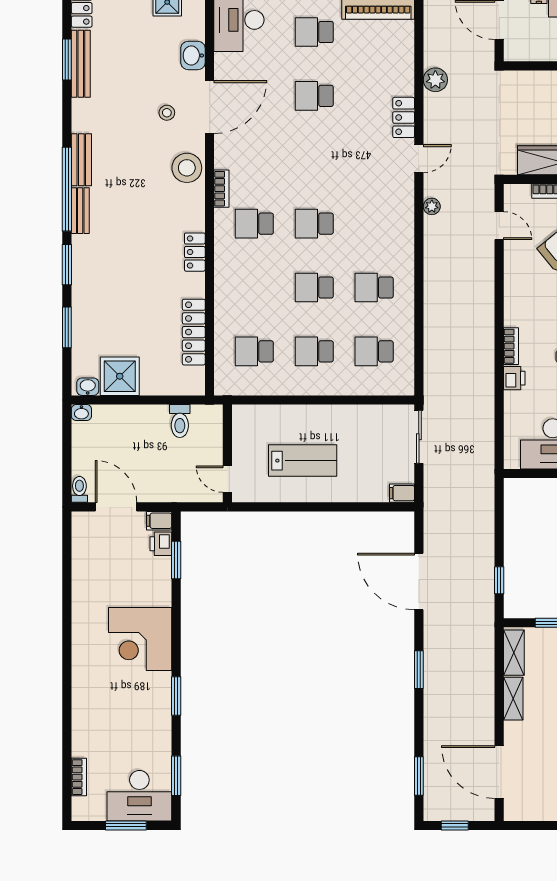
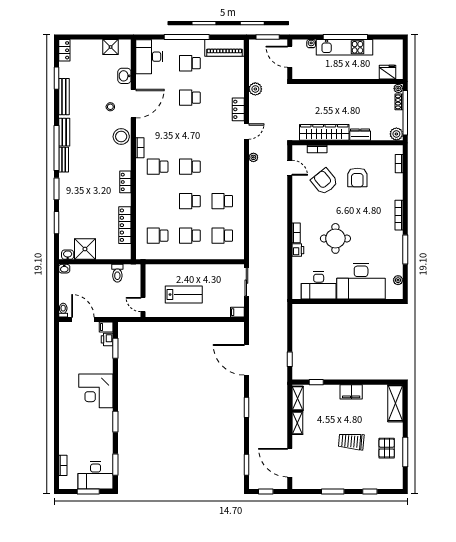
bench: (81, 64) -> (64, 97), moved

